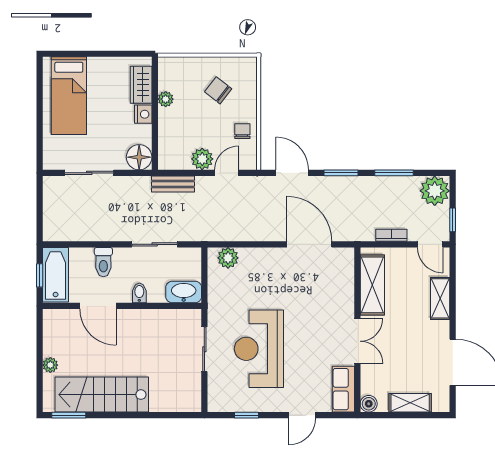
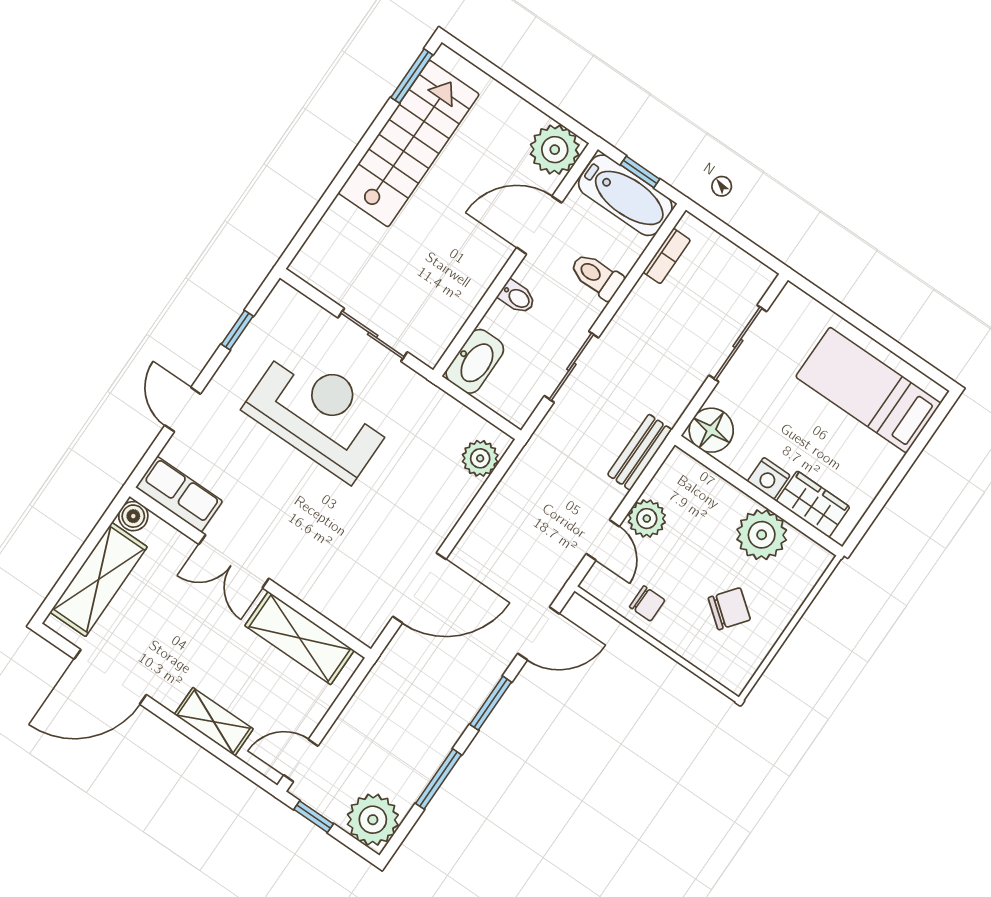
plant: (166, 99) -> (762, 535), width x1.87, depth x1.87
bookcase: (391, 235) -> (667, 256), moved
plant: (50, 365) -> (555, 150), moved, width x1.87, depth x1.87
shelving: (410, 403) -> (99, 579), width x1.50, depth x1.33

